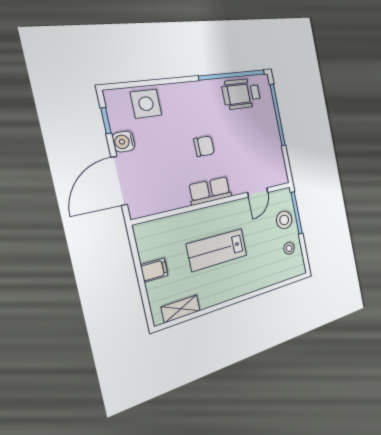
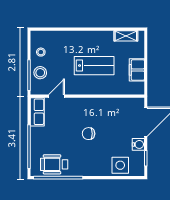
wheelchair: (241, 94) -> (54, 164), turned 180
row of seats: (210, 191) -> (37, 112), moved, turned -90
filing cabinet: (154, 270) -> (137, 70), width x2.00

